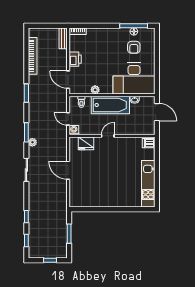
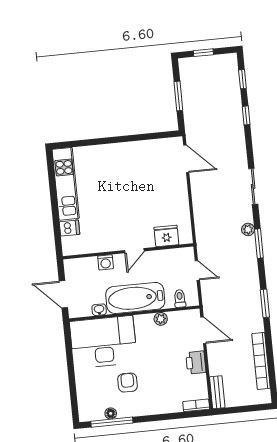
armchair: (134, 47) -> (128, 383), moved
washing machine: (74, 130) -> (106, 262), moved
dishwasher: (149, 143) -> (70, 228), moved
door: (68, 170) -> (186, 159), moved

